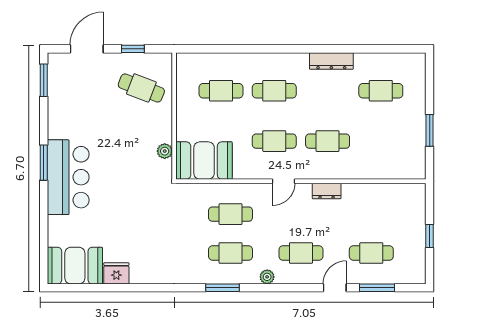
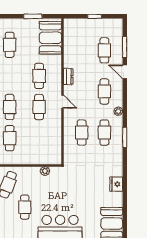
cafe table: (103, 117) -> (25, 207), added
booth: (204, 161) -> (50, 38), moved
fridge: (116, 273) -> (116, 184), moved

